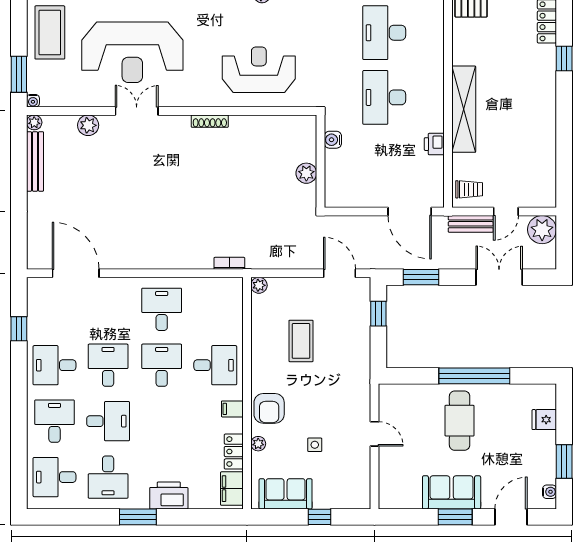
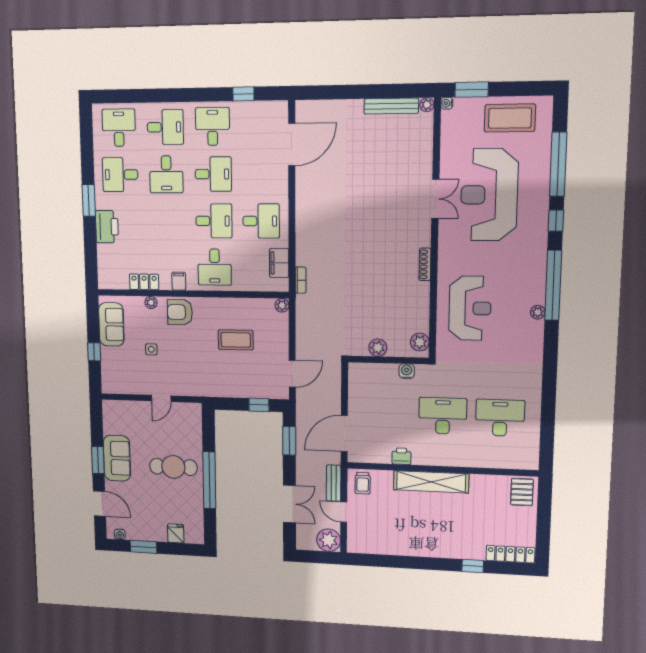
plant: (88, 125) -> (420, 342), moved
filing cabinet: (232, 489) -> (279, 263), moved, turned -90

